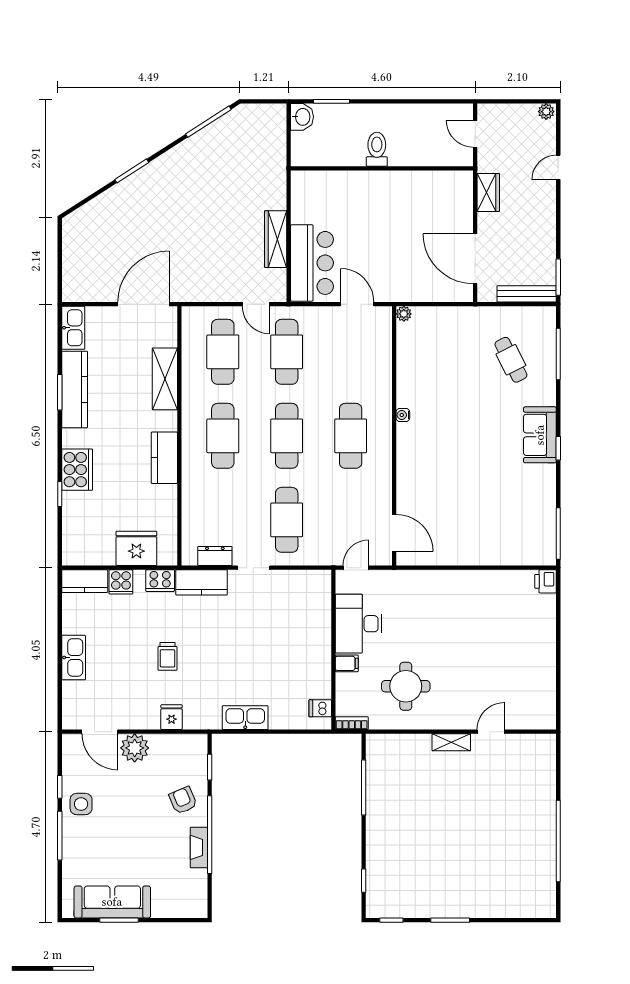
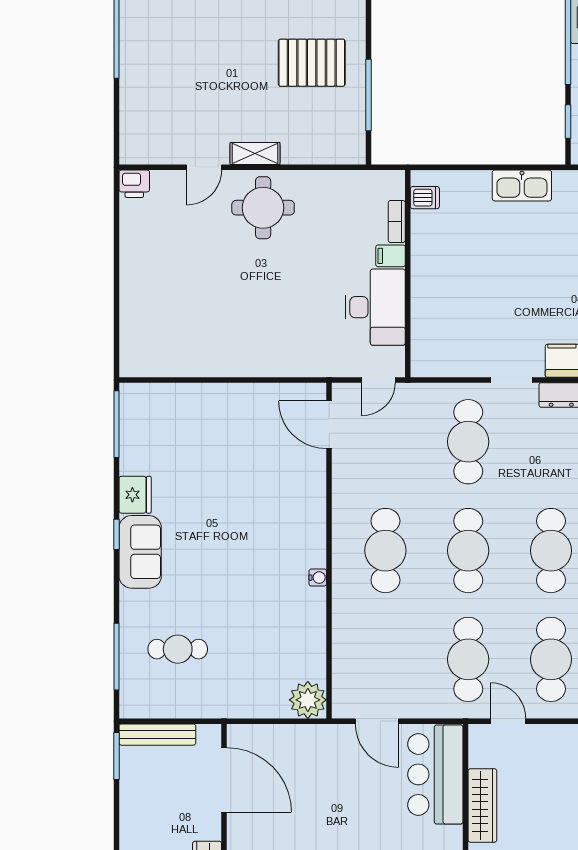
plant: (404, 314) -> (308, 700), width x1.88, depth x1.88
cafe table: (511, 360) -> (178, 649), turned -63
fridge: (544, 479) -> (135, 495), added
printer: (546, 581) -> (134, 184), moved, turned 90
round table: (406, 686) -> (263, 208), moved
bookcase: (352, 723) -> (397, 221), moved, turned 90
pallet: (408, 812) -> (312, 63), added

